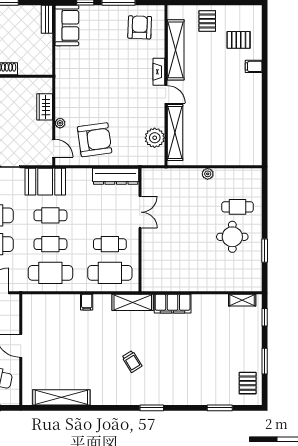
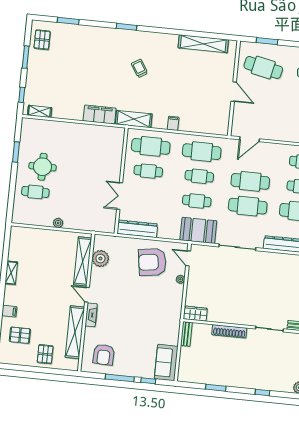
bench: (47, 19) -> (186, 334), moved
wardrobe: (45, 107) -> (195, 314), moved, turned -90
shelving: (256, 111) -> (11, 273), added

